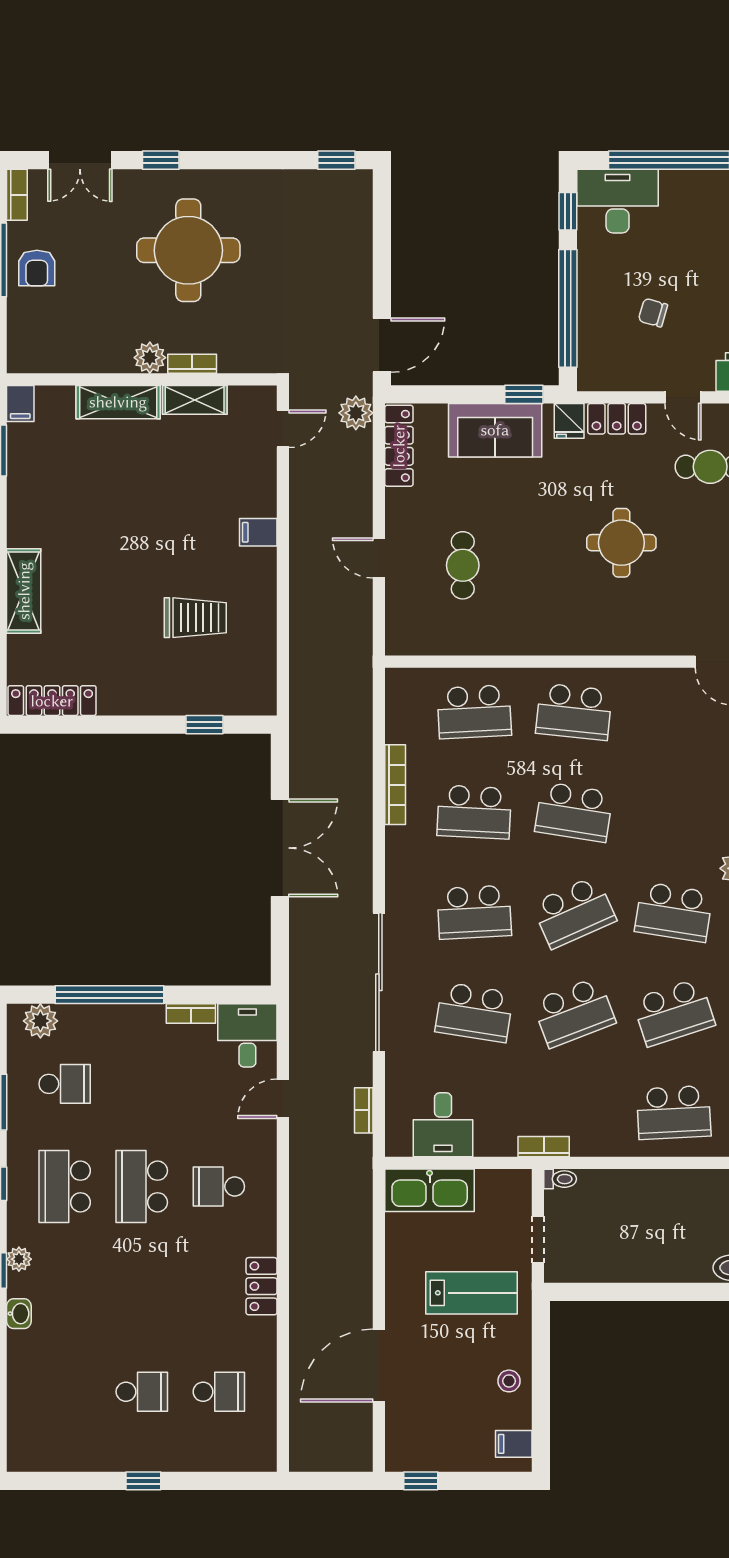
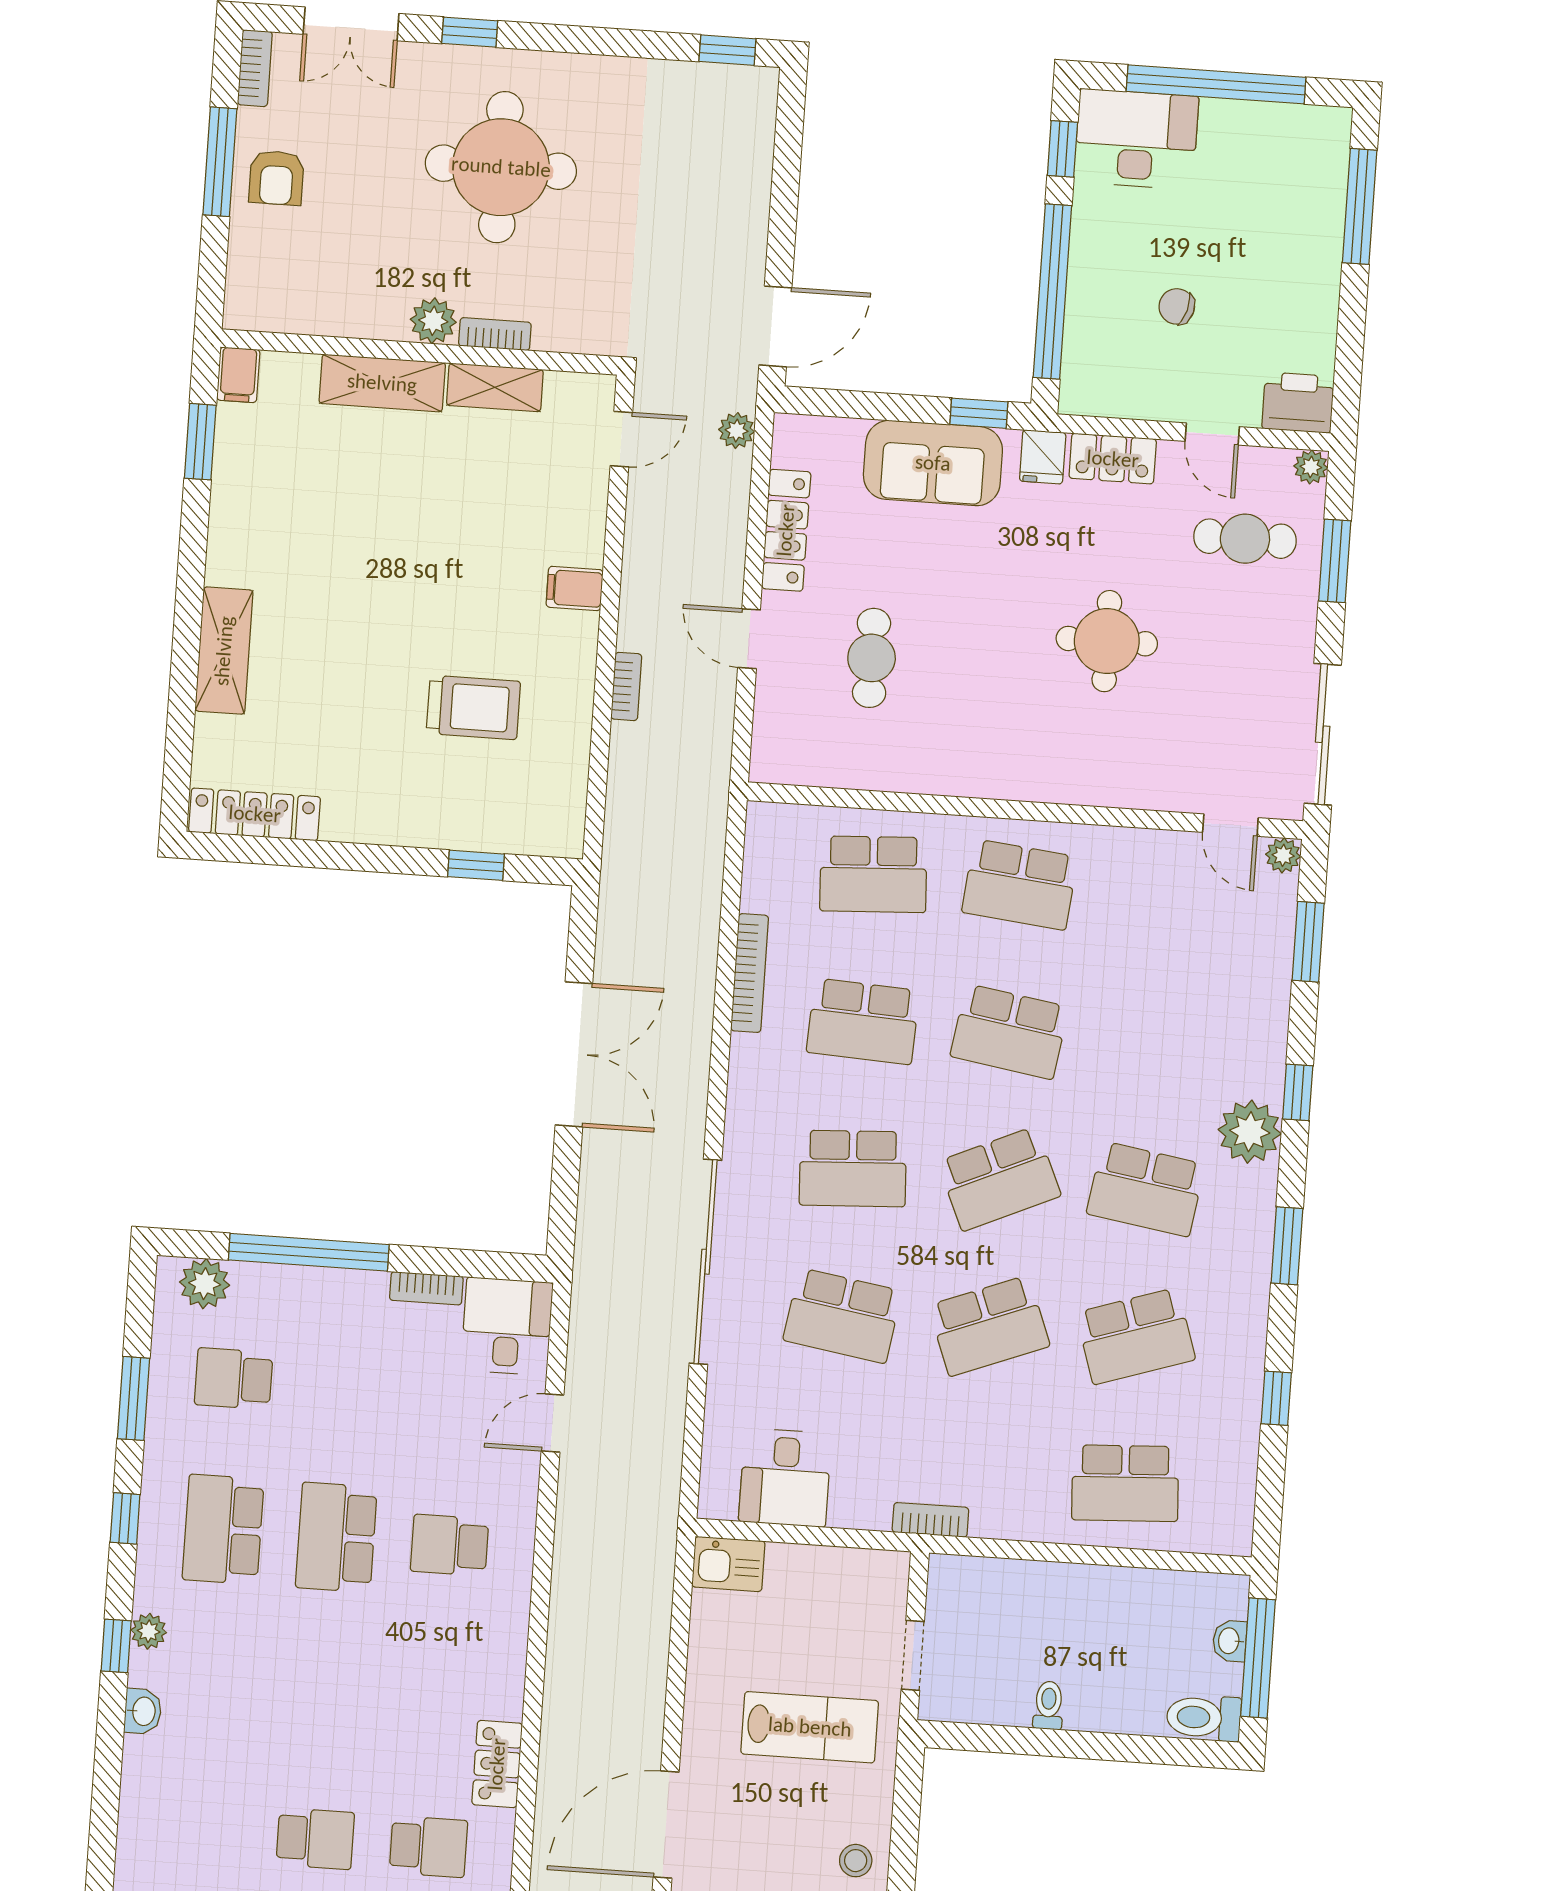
plant: (356, 413) -> (737, 431), width x0.73, depth x0.73
locker: (399, 446) -> (786, 530), moved
school desk: (65, 1084) -> (234, 1379), turned 180
bookcase: (364, 1110) -> (626, 686), moved, turned 180
toilet: (560, 1179) -> (1048, 1705), moved, turned -90
kitchen sink: (430, 1190) -> (728, 1564), width x0.53, depth x0.81
locker: (261, 1286) -> (497, 1764), moved

